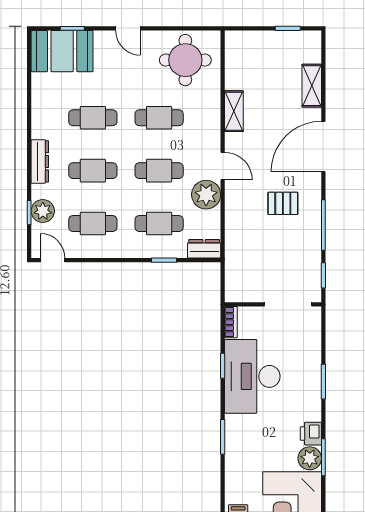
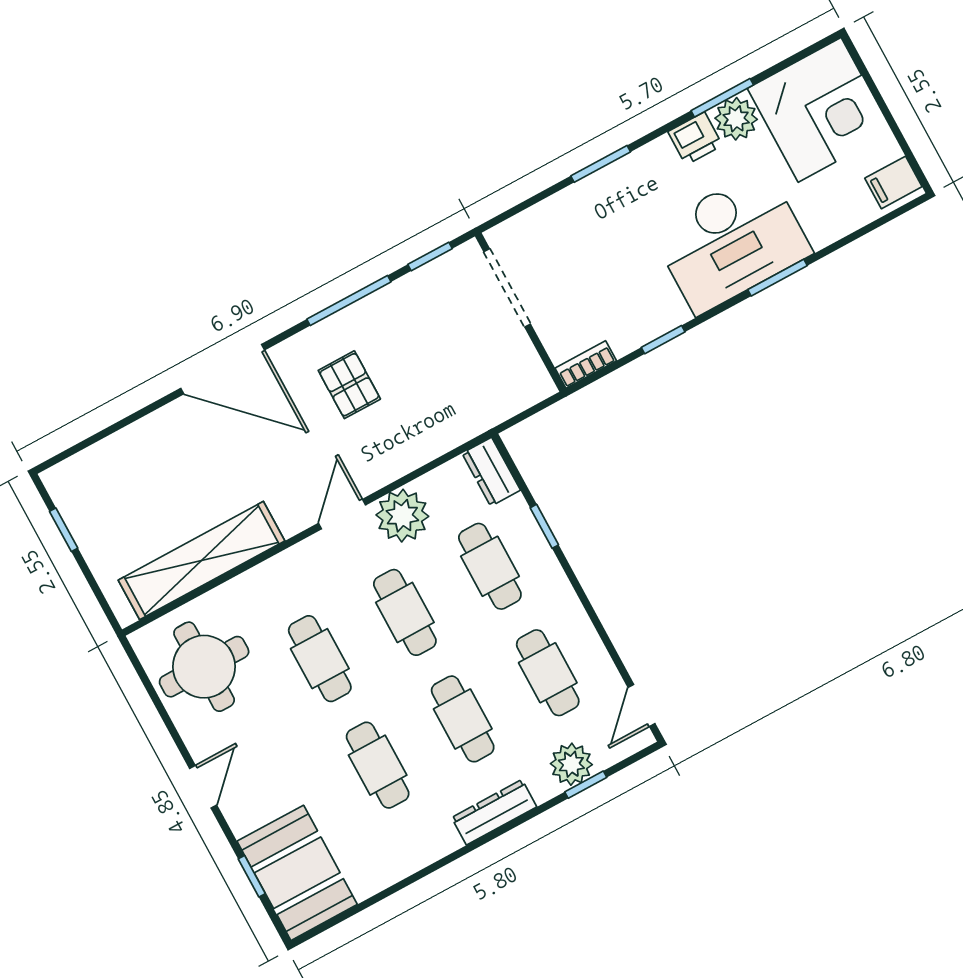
shelving: (312, 86) -> (135, 441), removed
shelving: (234, 111) -> (202, 561), width x2.20, depth x1.33
desk: (252, 376) -> (731, 241), moved

